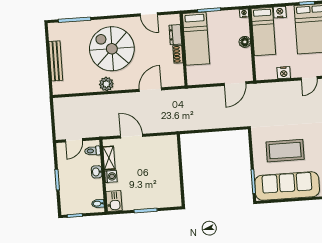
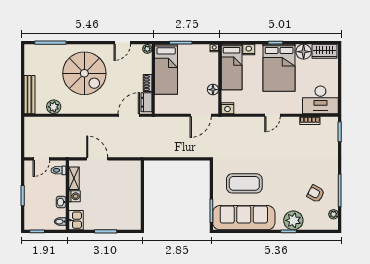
door: (149, 14) -> (122, 43), hinge flipped
plant: (175, 19) -> (147, 49), added
dresser: (175, 35) -> (146, 102), moved
floor lamp: (245, 42) -> (213, 90), moved
spiral stairs: (112, 49) -> (84, 73), turned 180
bench: (56, 61) -> (29, 95), moved
nightstand: (284, 73) -> (227, 108), moved
plant: (106, 84) -> (54, 107), moved
door: (150, 90) -> (129, 115), moved
washbasin: (97, 172) -> (61, 202), moved

